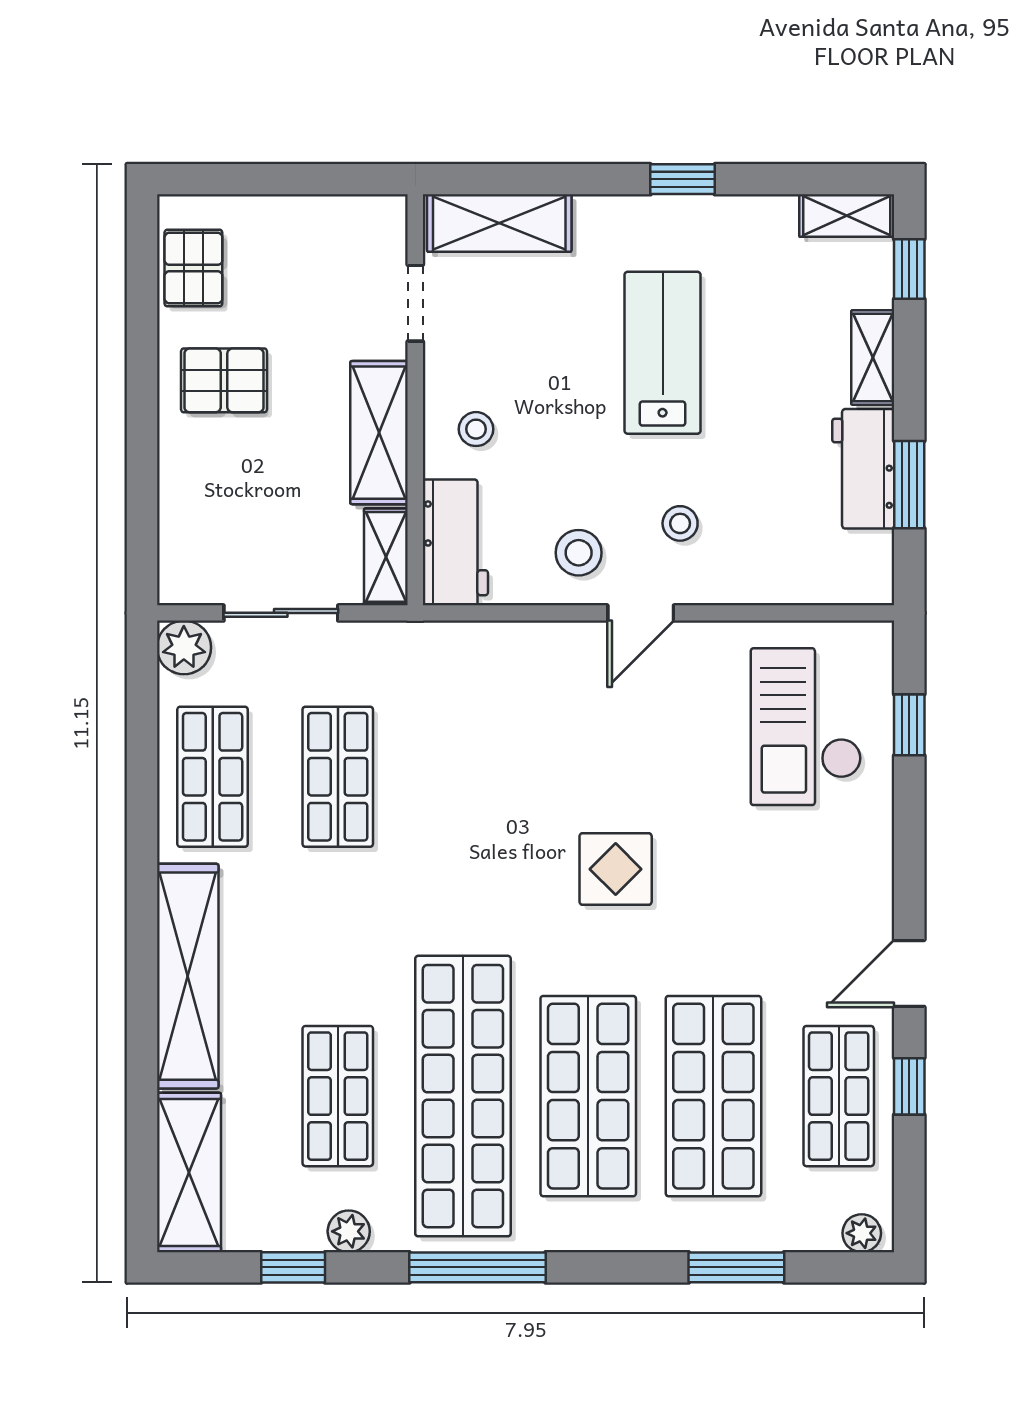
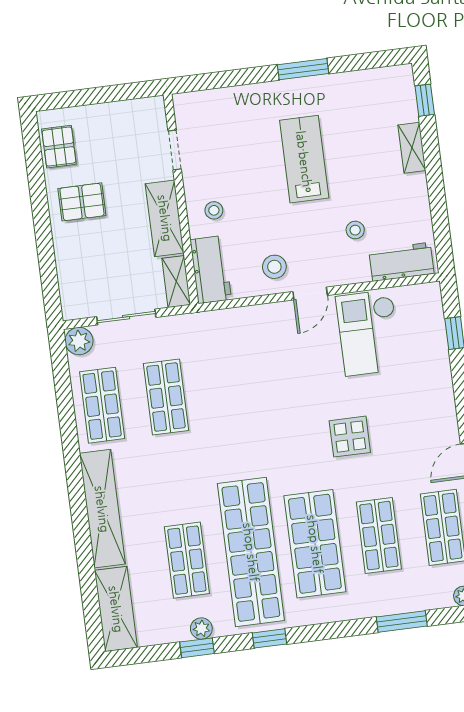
window: (683, 179) -> (303, 69), width x1.50
shelving: (847, 216) -> (389, 77), removed
shelving: (499, 223) -> (212, 104), removed
workbench: (863, 469) -> (401, 262), moved, turned 90
window: (909, 485) -> (439, 210), removed
stool: (680, 523) -> (355, 230), moved
checkout: (806, 727) -> (369, 333), moved
display table: (616, 869) -> (350, 437), moved
shop shelf: (713, 1096) -> (379, 536), width x0.70, depth x0.74
window: (293, 1267) -> (197, 648), moved
window: (478, 1267) -> (270, 638), width x0.46

